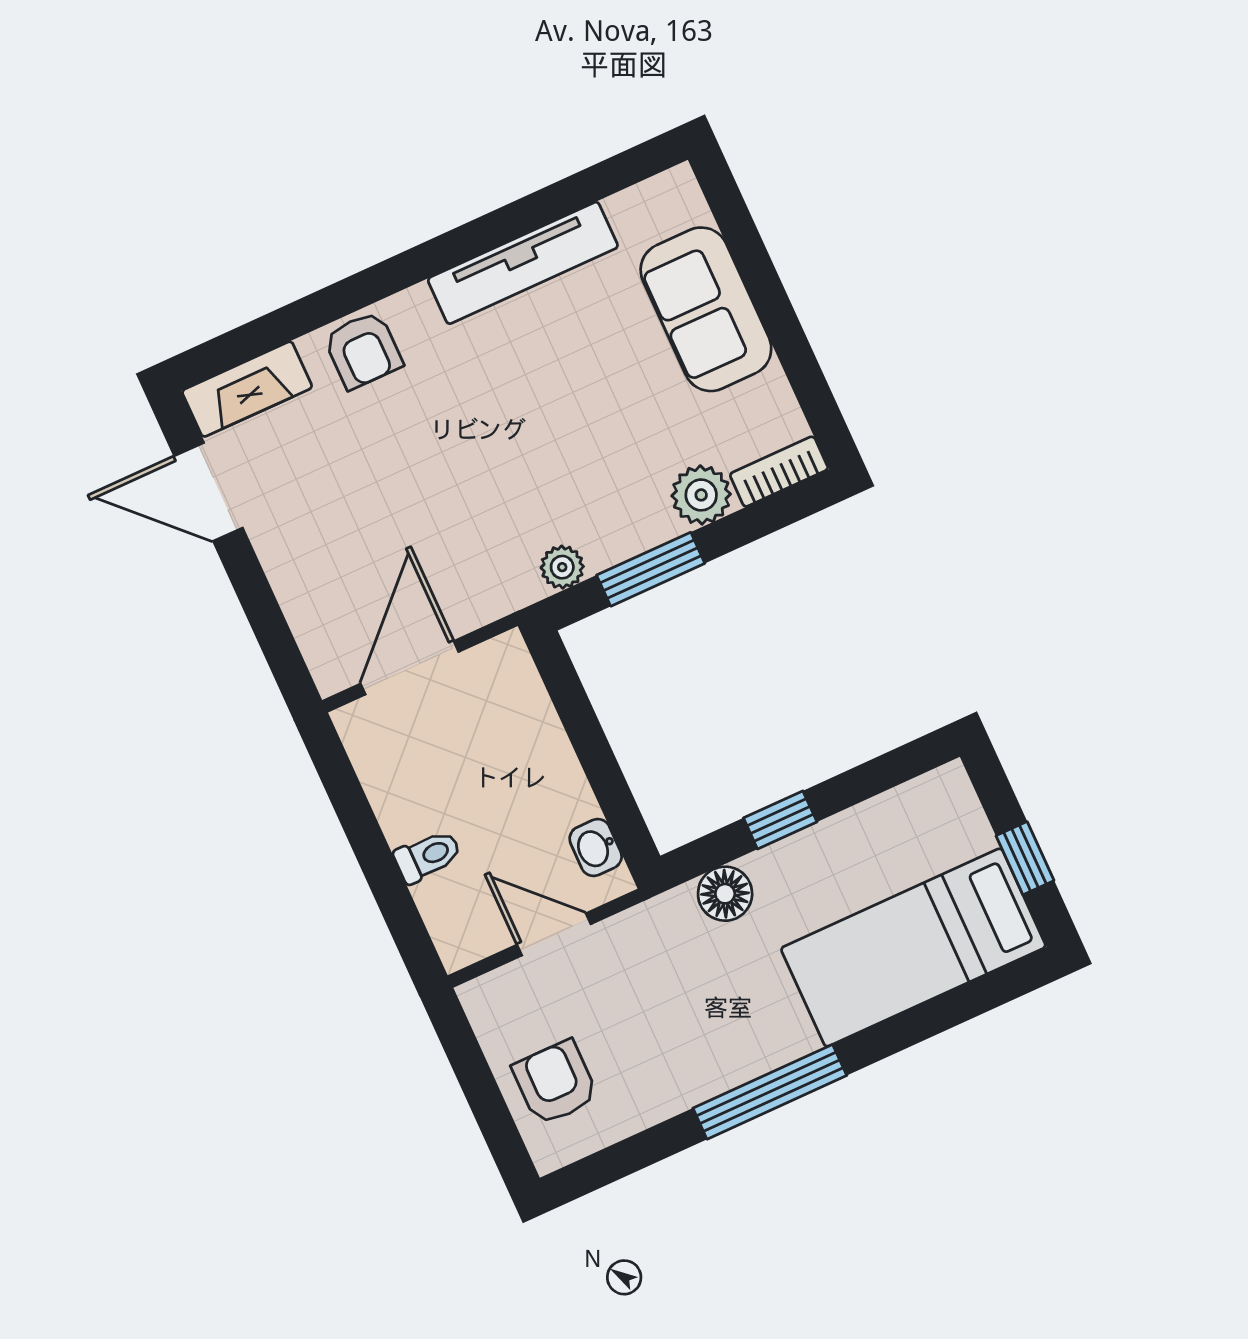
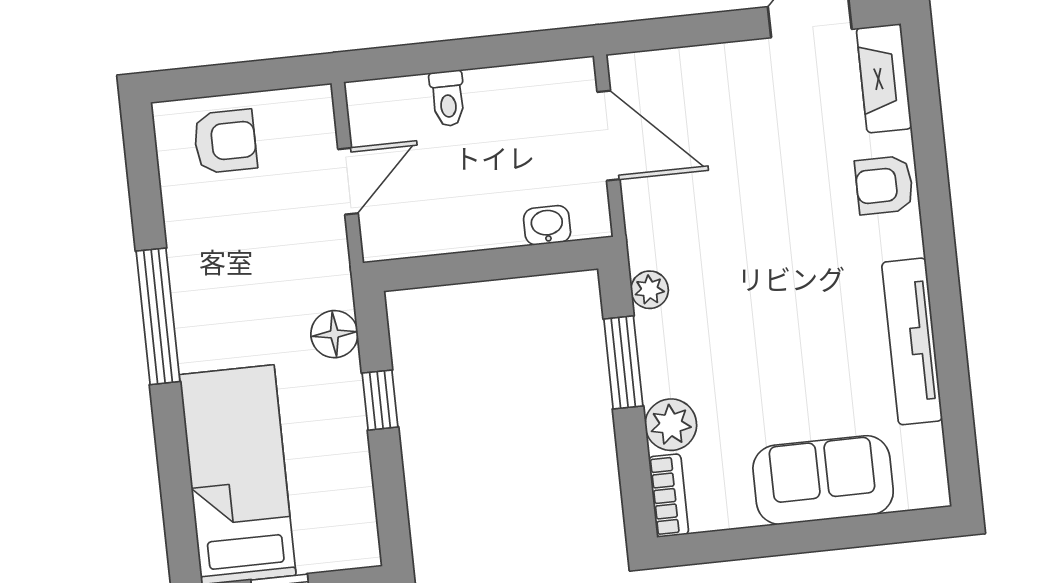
washbasin: (596, 848) -> (547, 225), moved

